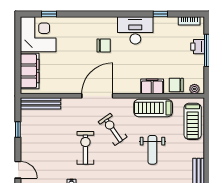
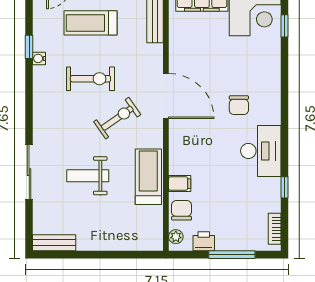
printer: (198, 47) -> (204, 241), moved
filing cabinet: (152, 86) -> (180, 184), width x0.50
treadmill: (193, 121) -> (91, 23), moved

